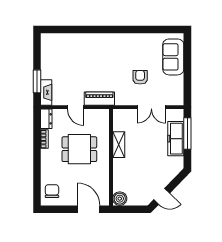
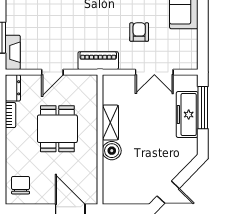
piano: (99, 99) -> (98, 61), moved
door: (76, 107) -> (52, 72), hinge flipped
dining table: (79, 149) -> (57, 129), turned 90
boiler: (120, 199) -> (112, 151), moved

